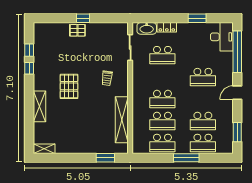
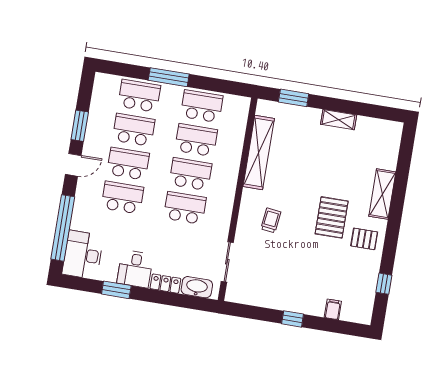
filing cabinet: (59, 29) -> (333, 309), added
pallet: (77, 30) -> (364, 239), moved
desk: (187, 33) -> (135, 269), added
school desk: (162, 55) -> (185, 208), moved
window: (29, 68) -> (388, 256), removed
school desk: (203, 99) -> (128, 164), added
window: (237, 132) -> (80, 126), moved
shelving: (44, 149) -> (339, 120), moved

